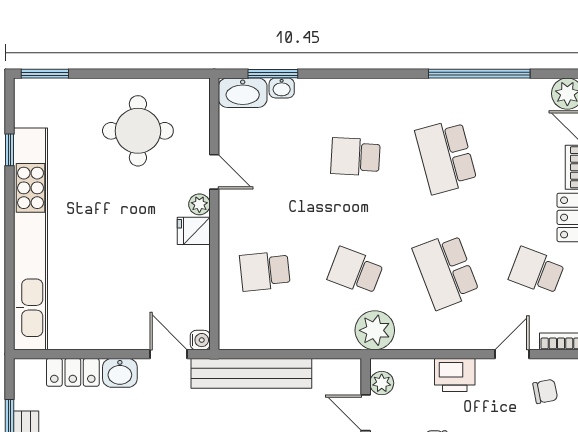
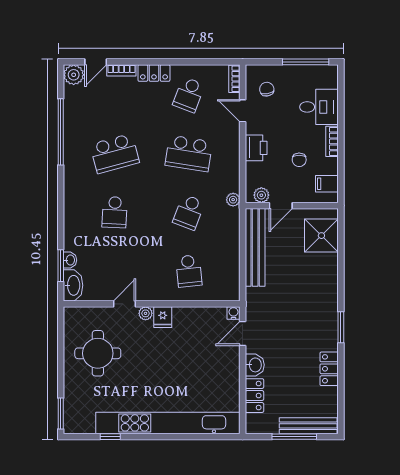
school desk: (446, 271) -> (189, 153), turned 30
plant: (375, 330) -> (233, 200), width x0.53, depth x0.53
bench: (251, 373) -> (255, 247), moved

